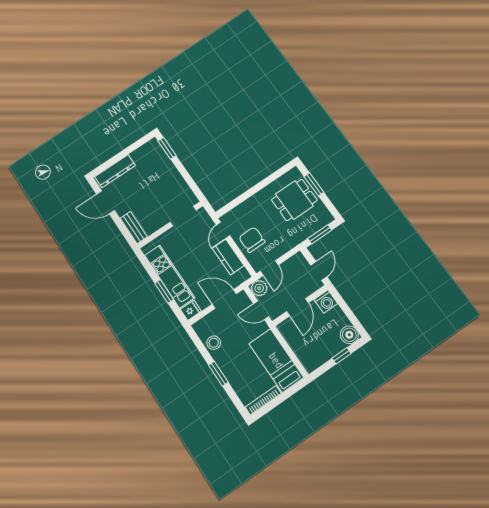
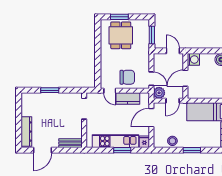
window: (167, 148) -> (50, 90), moved
chair: (252, 240) -> (127, 77), turned 180
door: (297, 307) -> (185, 78), swing flipped

